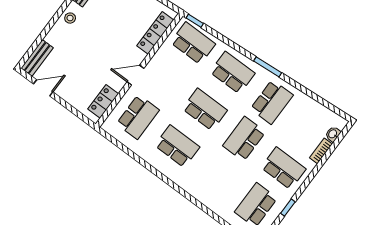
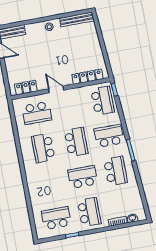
school desk: (232, 73) -> (109, 136), turned -90
school desk: (272, 102) -> (115, 171), turned -90
school desk: (177, 146) -> (43, 148), turned 180

